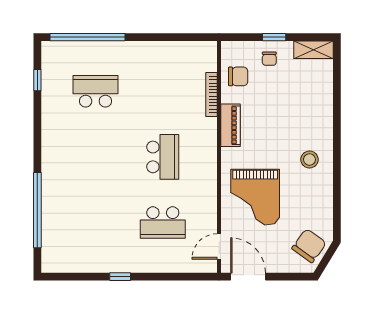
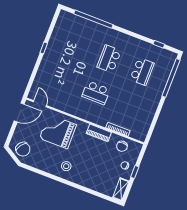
school desk: (163, 223) -> (109, 59), moved

